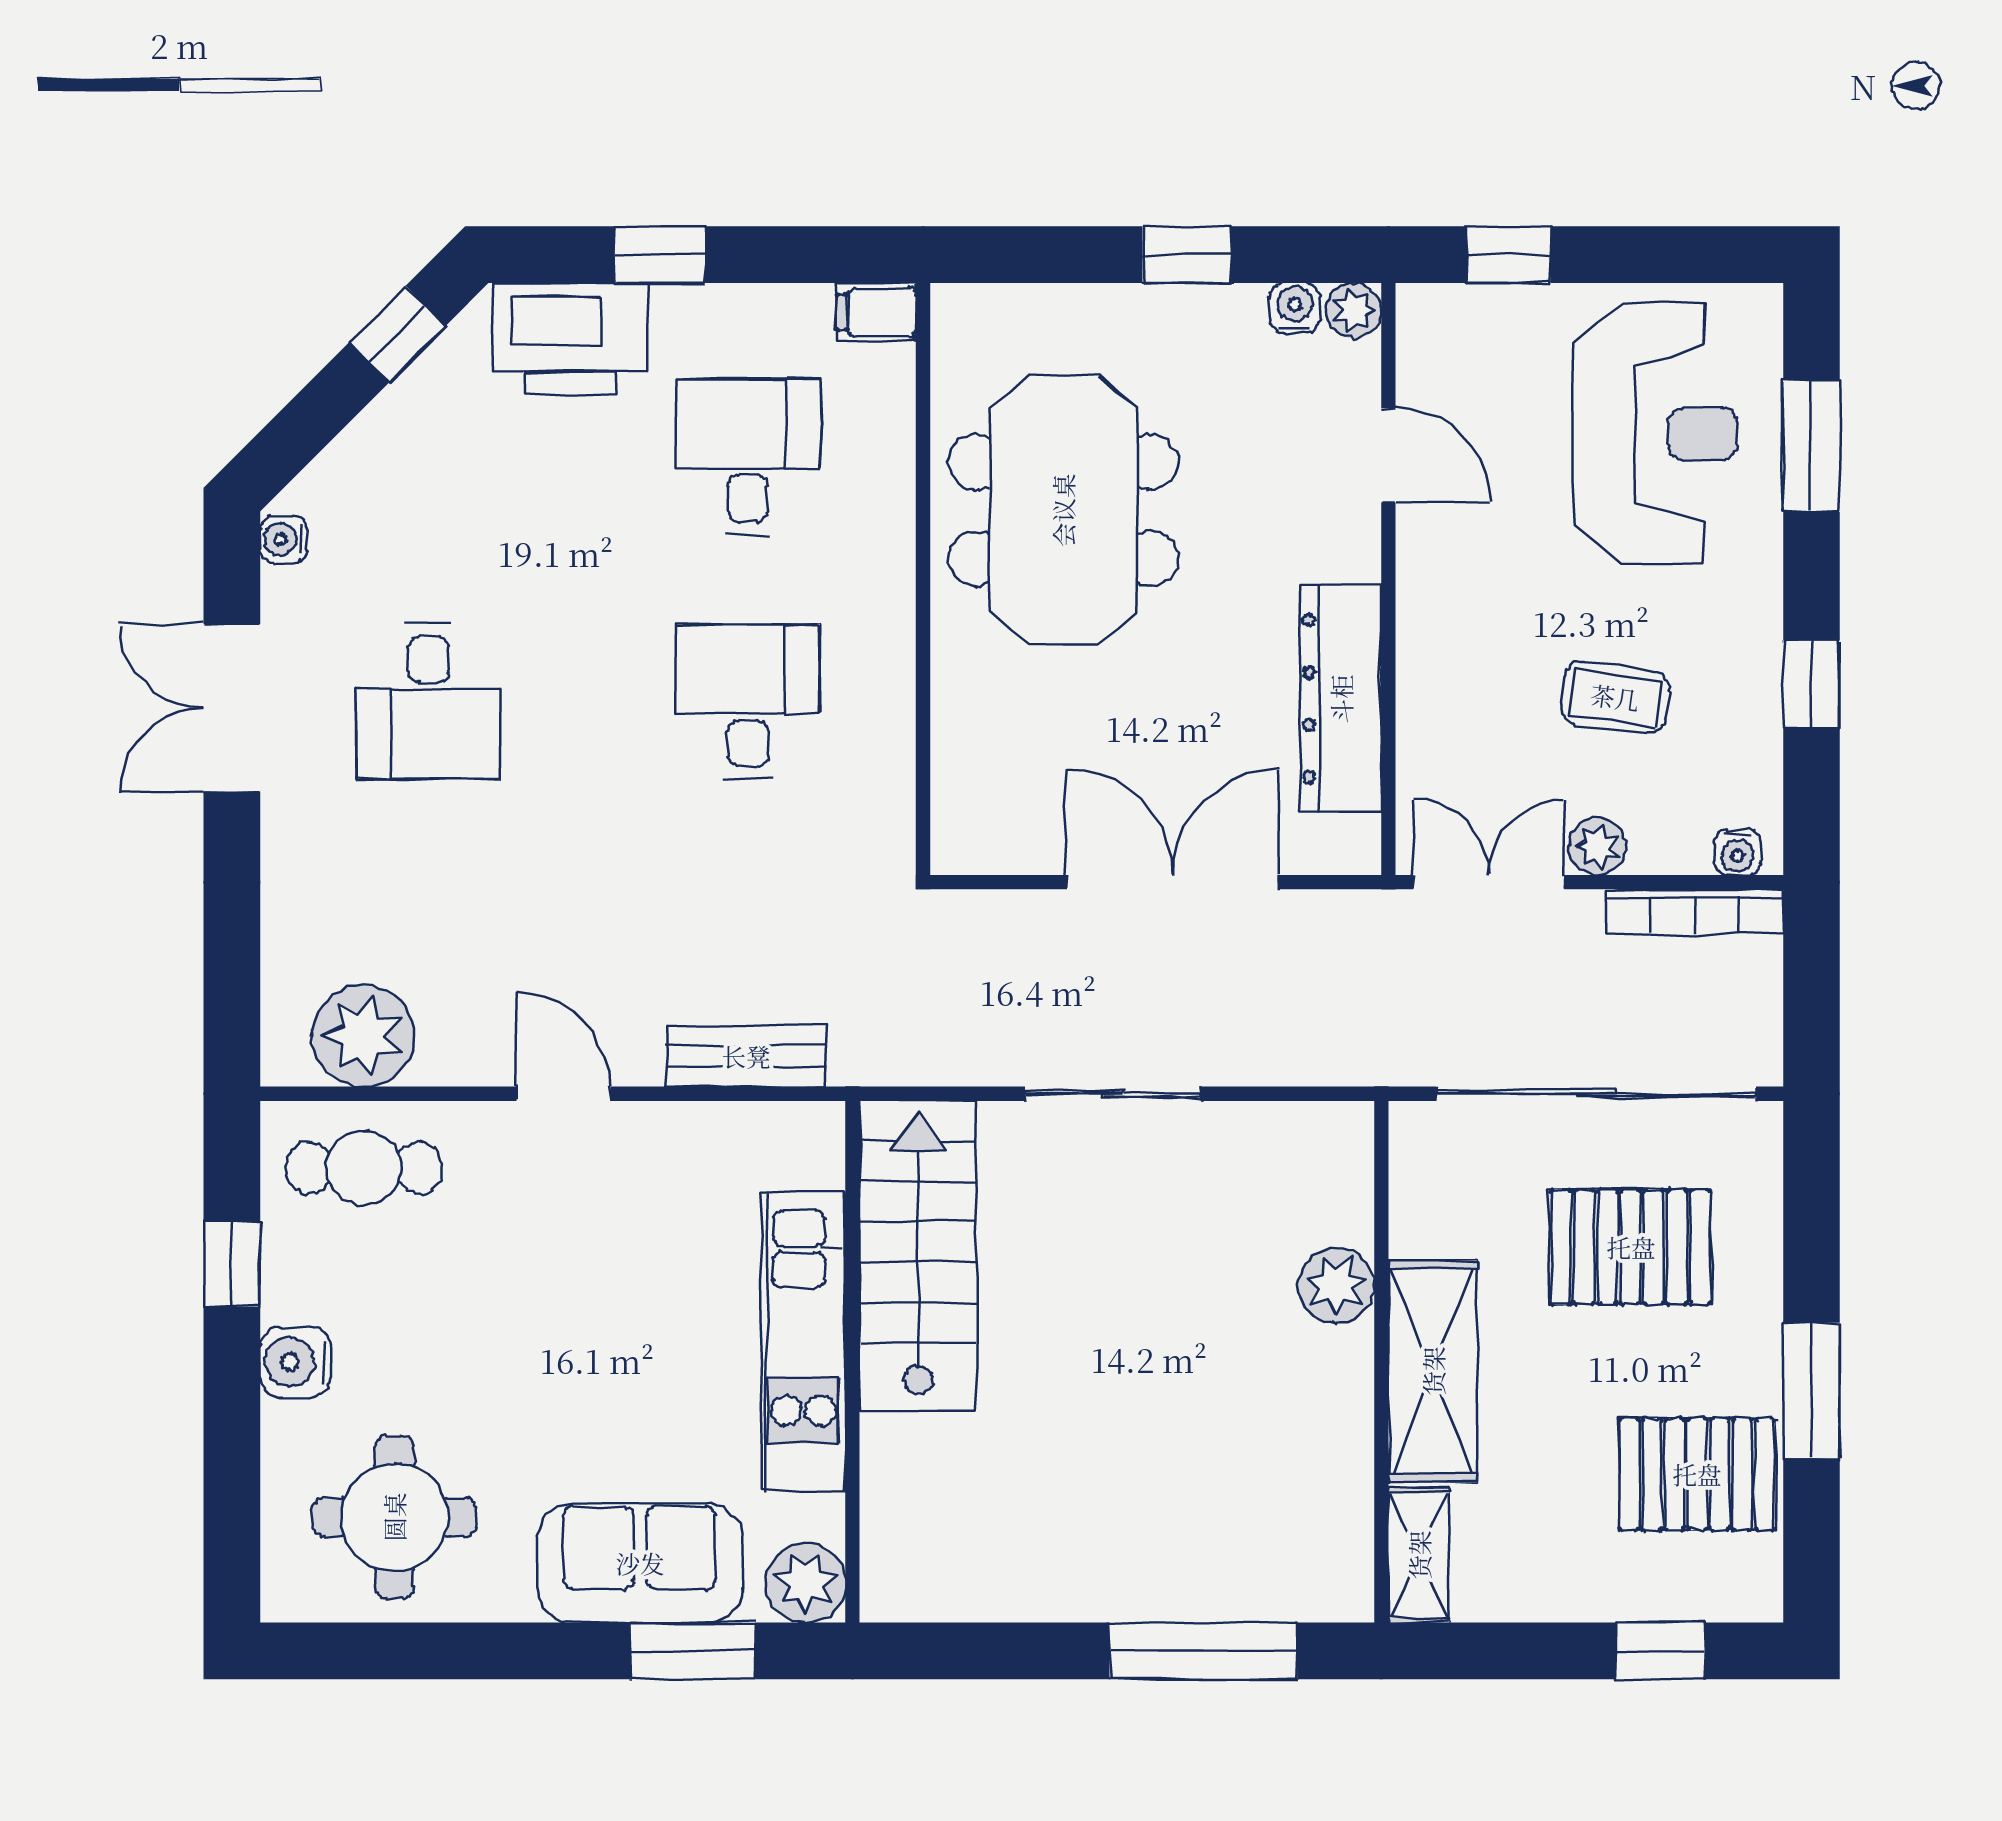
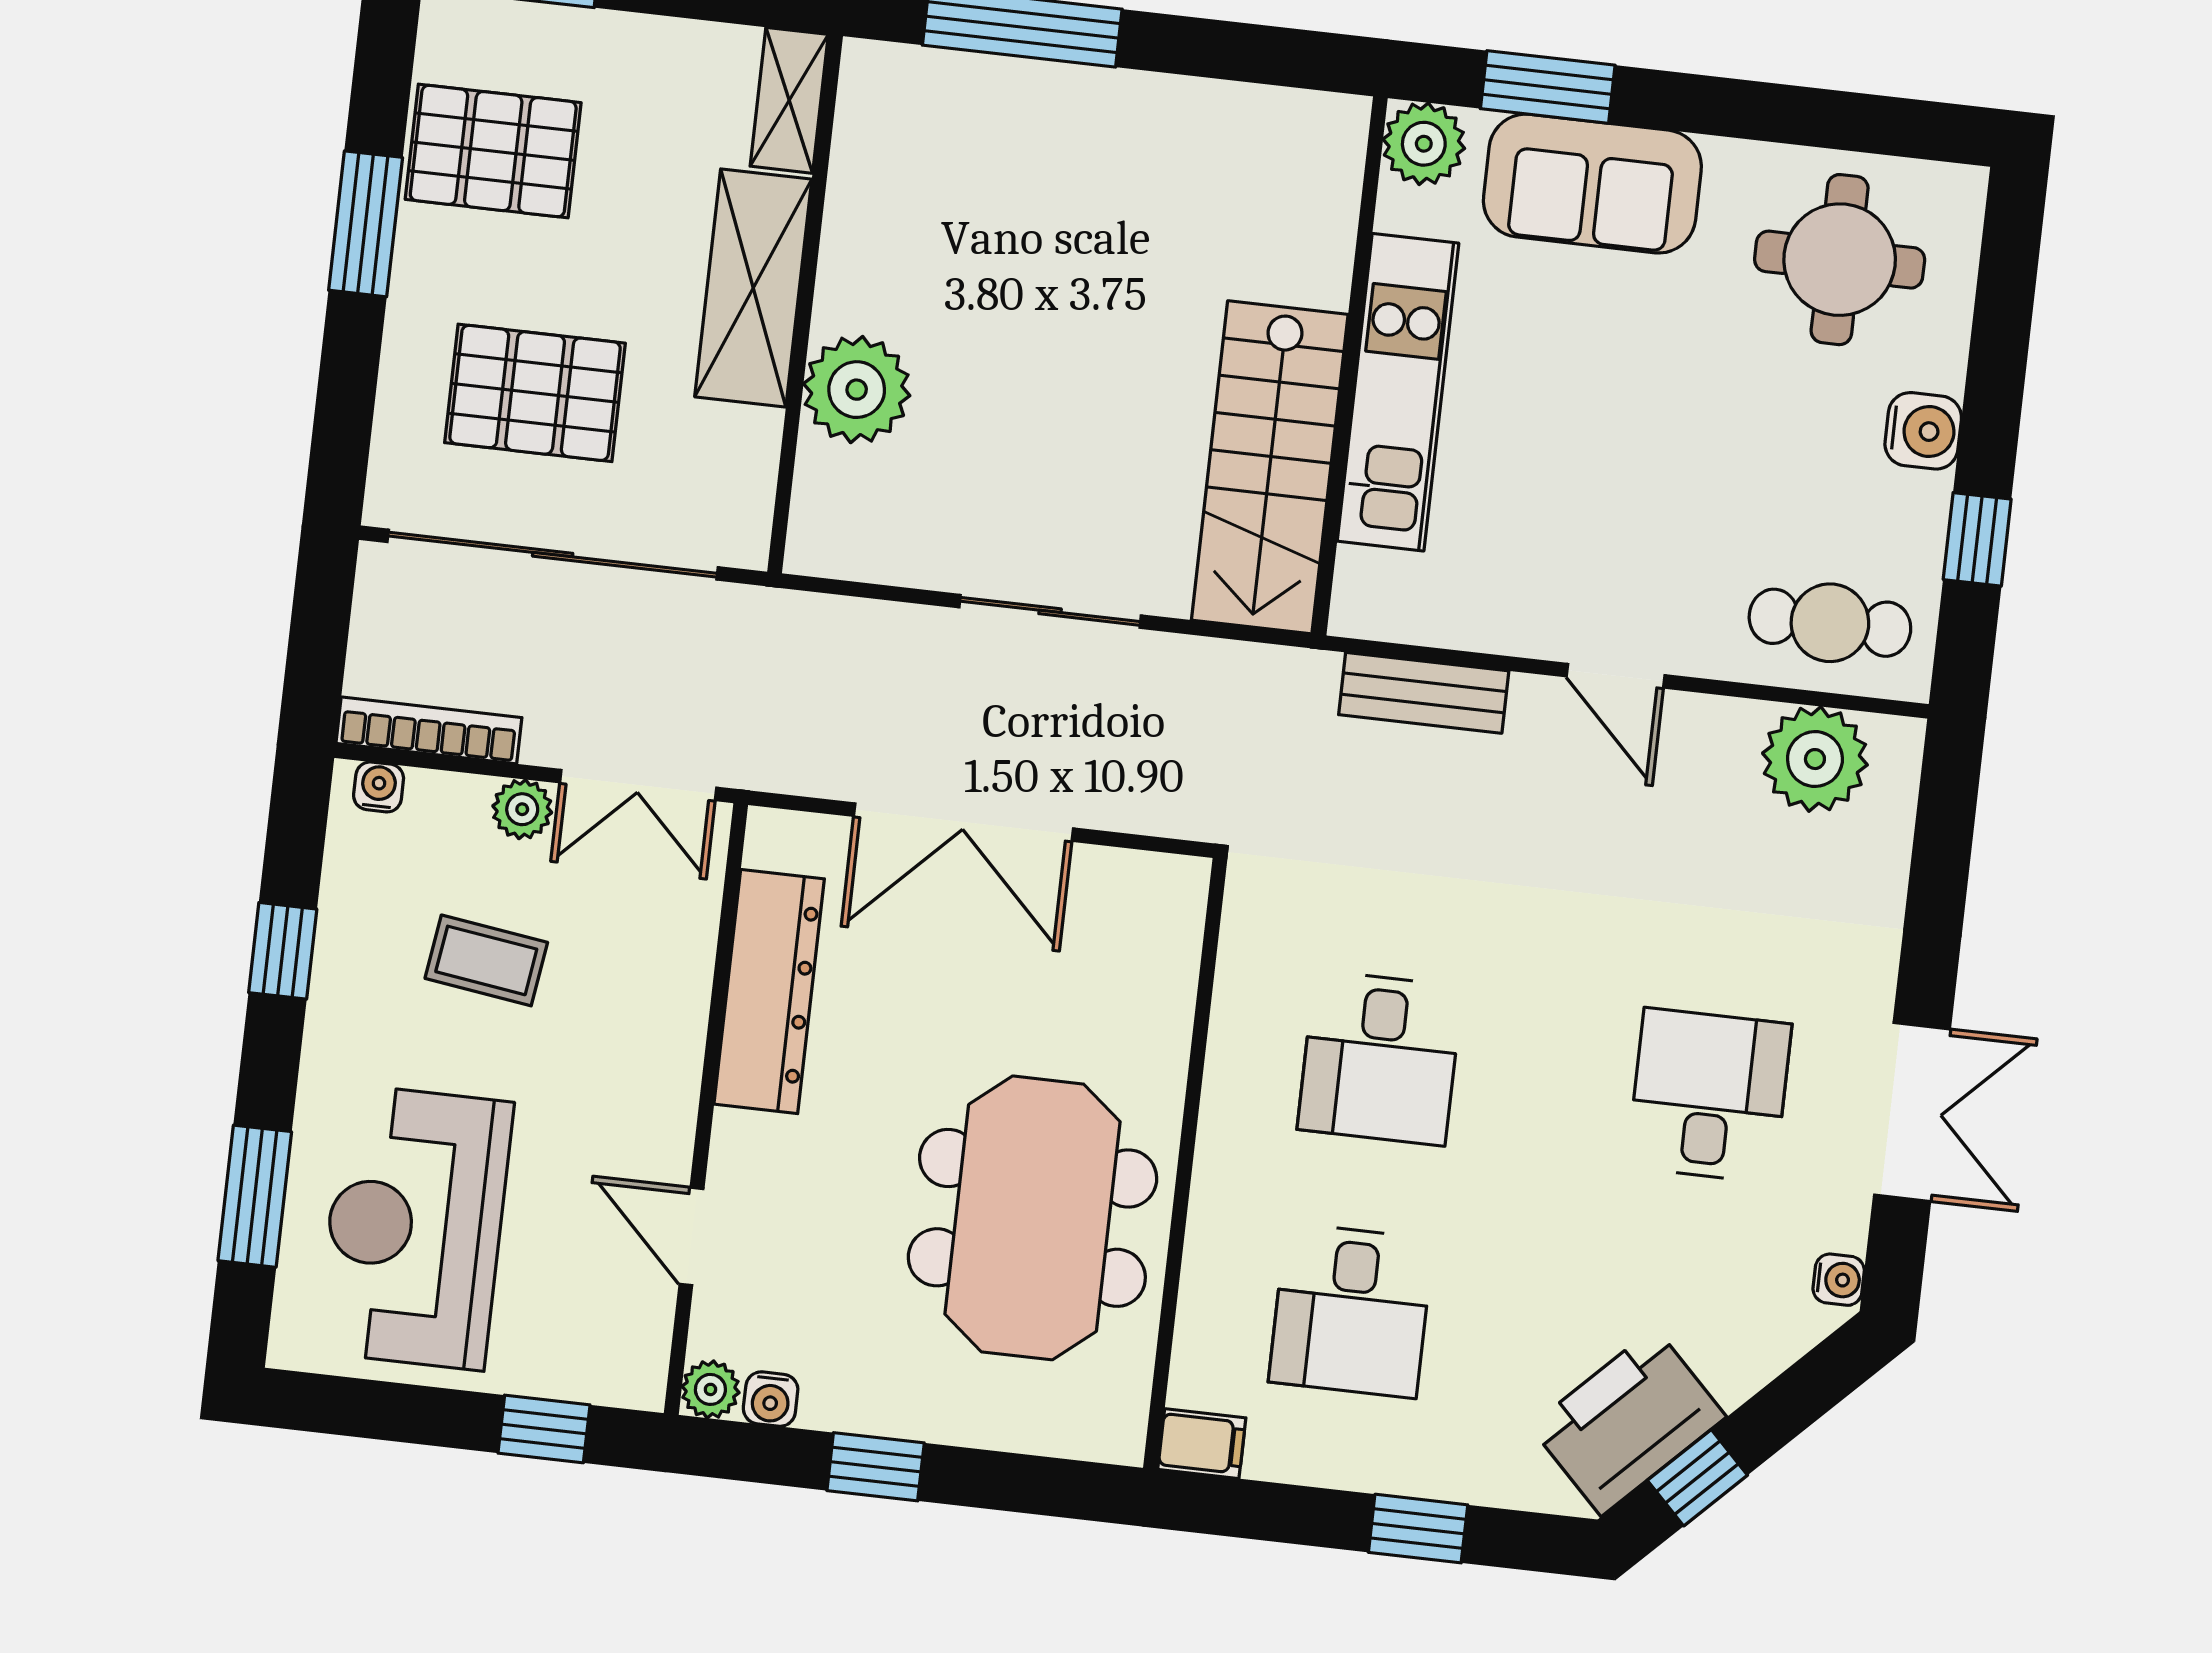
printer: (570, 339) -> (1628, 1422), moved, turned -45
plant: (1336, 1285) -> (857, 390), width x1.36, depth x1.36

